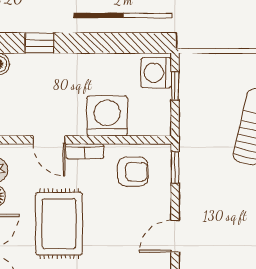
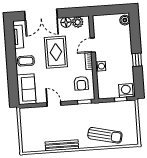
window: (39, 43) -> (137, 60), moved
washing machine: (107, 116) -> (101, 66), width x0.53, depth x0.53
rug: (59, 224) -> (56, 52), turned 90

